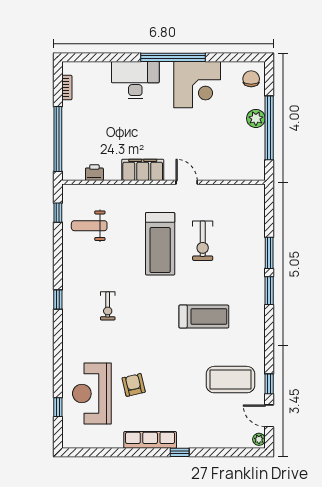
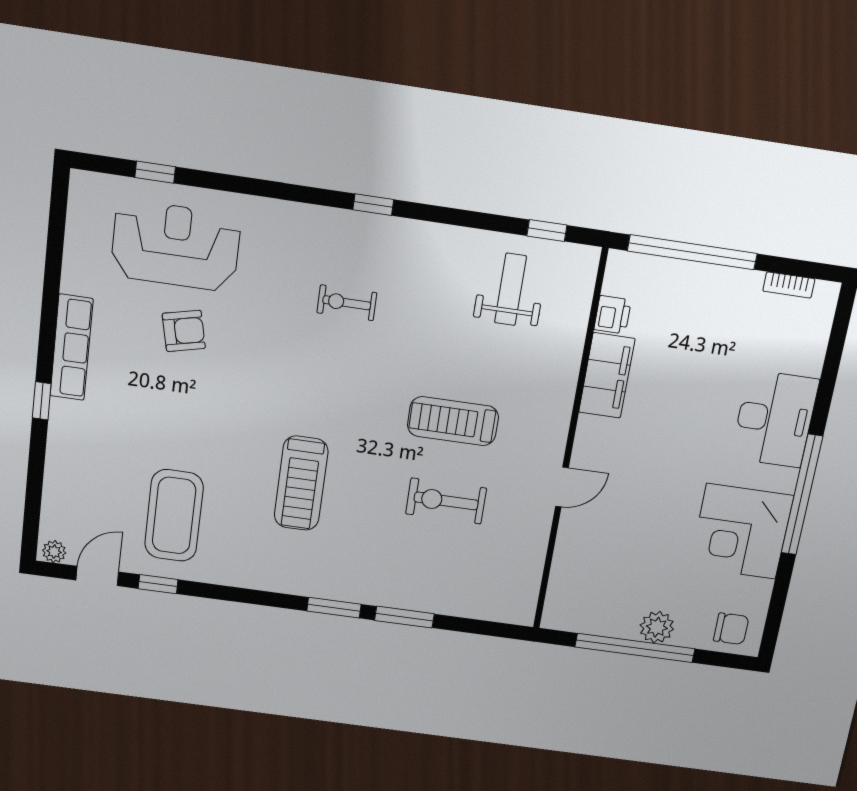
filing cabinet: (143, 170) -> (607, 376), moved
treadmill: (160, 244) -> (453, 421), width x0.73, depth x0.73

